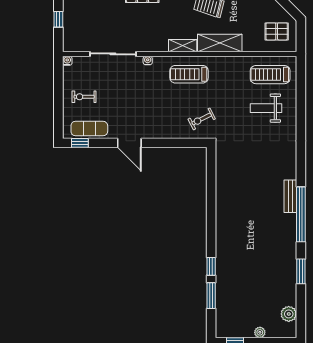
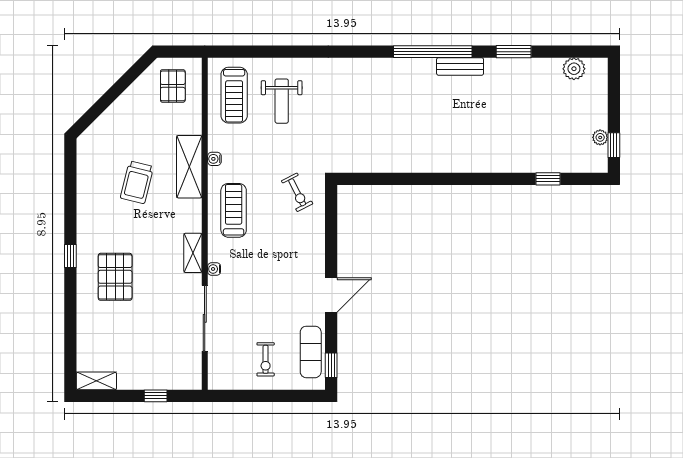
shelving: (183, 46) -> (193, 253), moved
water cooler: (67, 61) -> (214, 159), moved
treadmill: (189, 74) -> (234, 210), turned 180
bench: (290, 196) -> (460, 66), moved
window: (211, 266) -> (506, 179), removed
window: (211, 296) -> (548, 179), width x0.67
plant: (260, 332) -> (600, 137), moved

